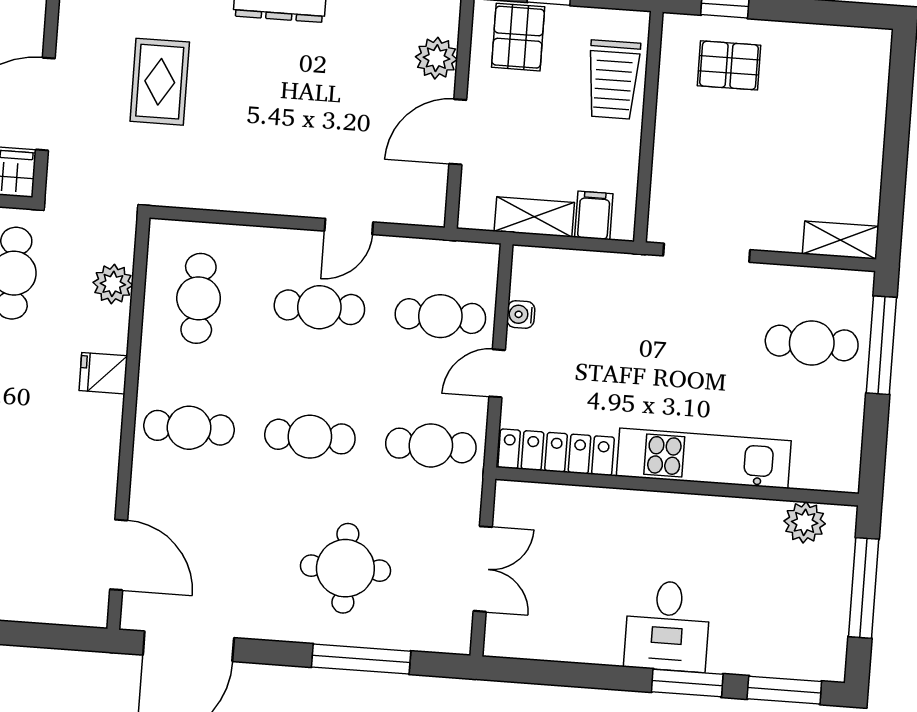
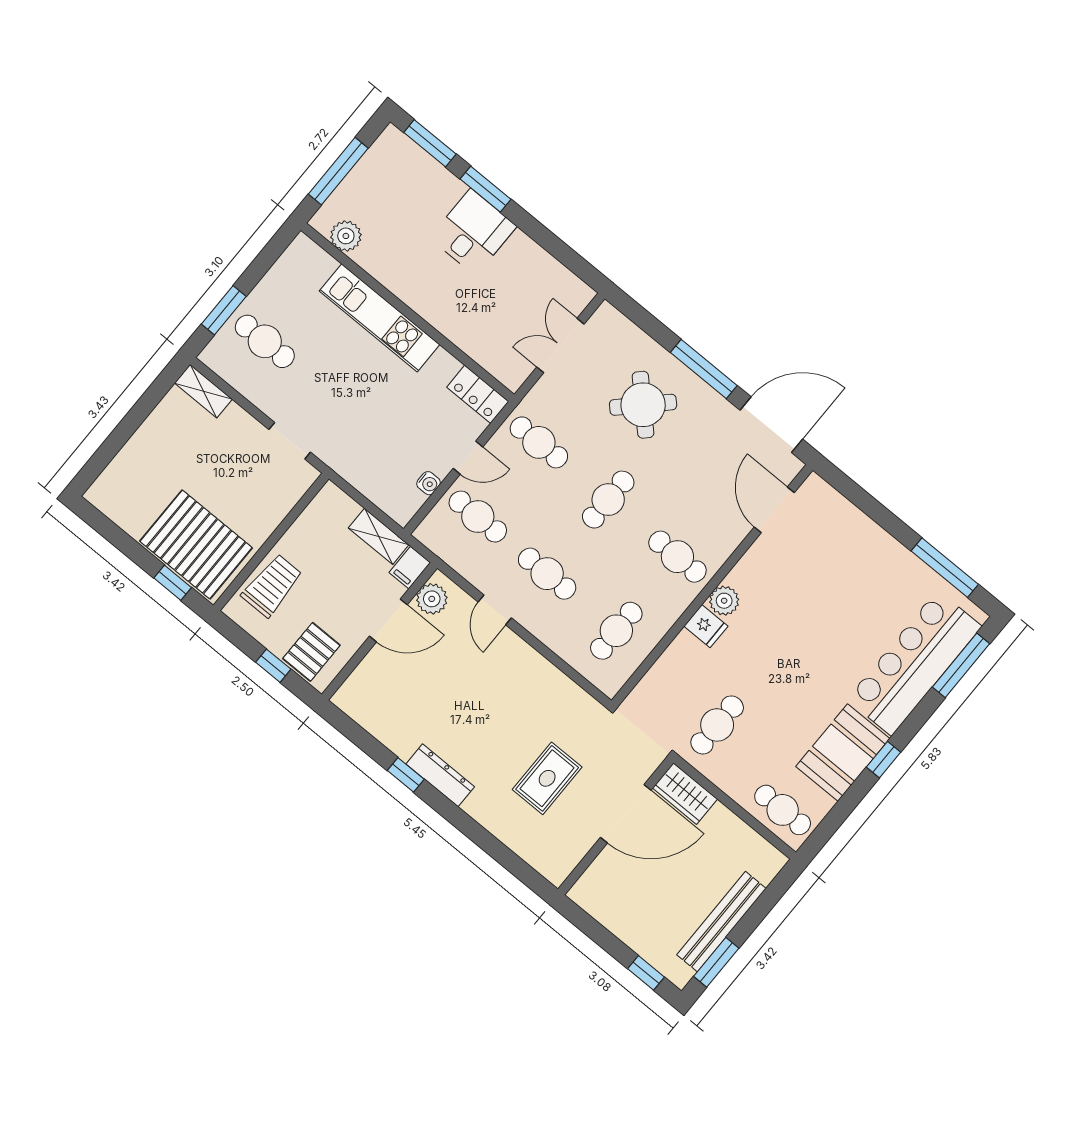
plant: (436, 58) -> (432, 599), moved
pallet: (729, 65) -> (196, 544), width x2.05, depth x2.00
filing cabinet: (594, 215) -> (410, 568), moved
door: (349, 226) -> (495, 610), swing flipped
doorway: (707, 253) -> (290, 441), width x0.73
plant: (113, 284) -> (724, 601), moved
window: (881, 345) -> (224, 310), width x0.69
cafe table: (310, 437) -> (608, 500), turned 90
locker: (556, 452) -> (478, 394), width x0.66
round table: (345, 568) -> (643, 405), turned 45
window: (361, 659) -> (704, 369), moved

